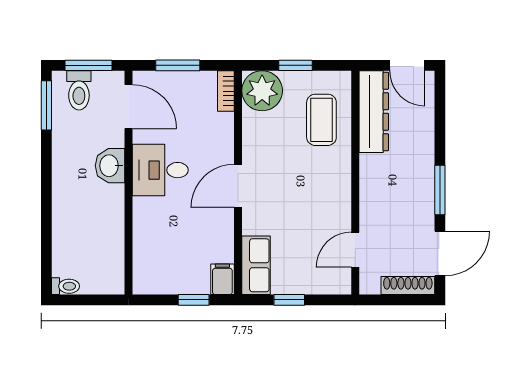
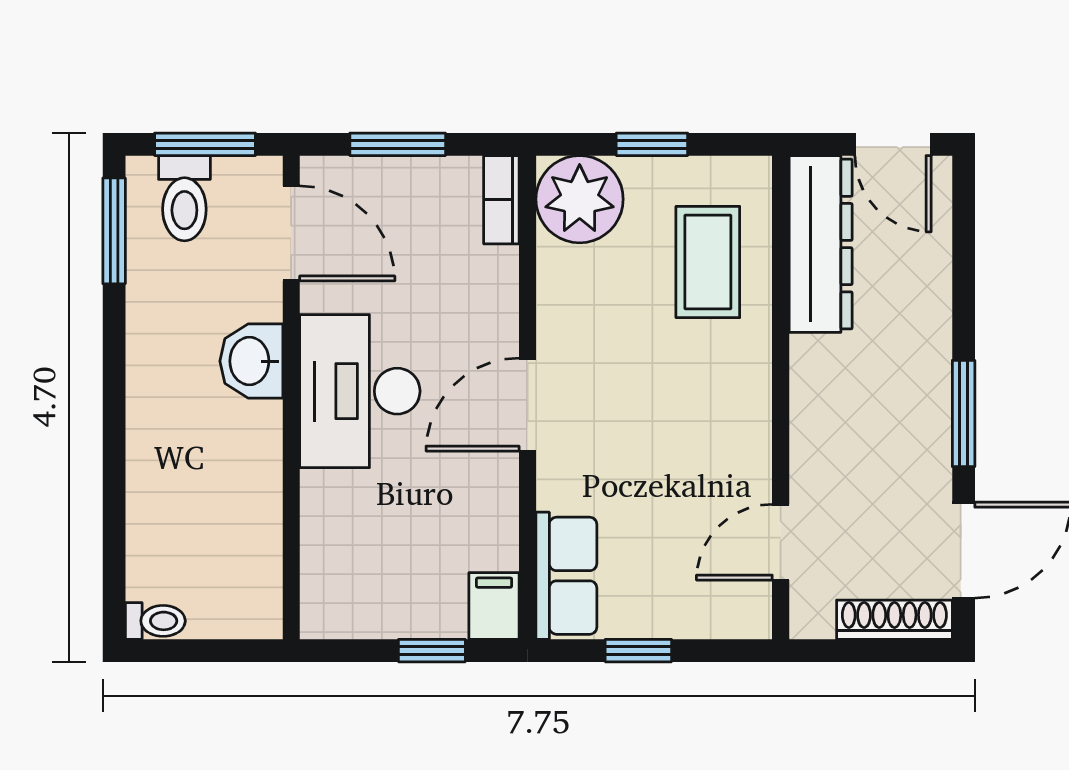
desk: (160, 170) -> (360, 391), width x1.37

